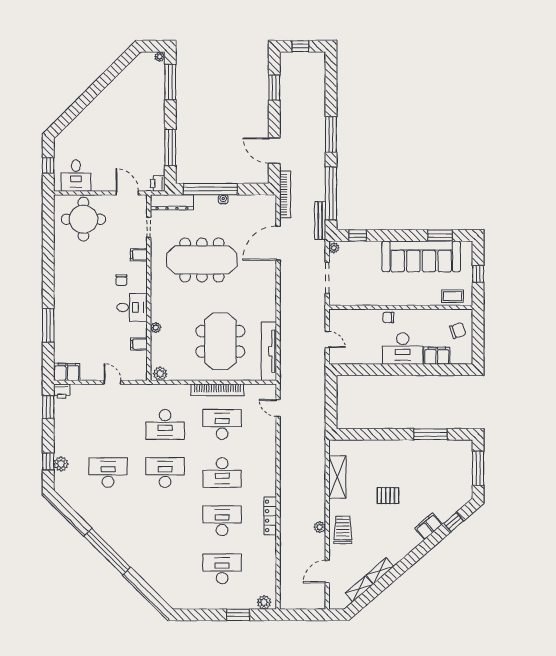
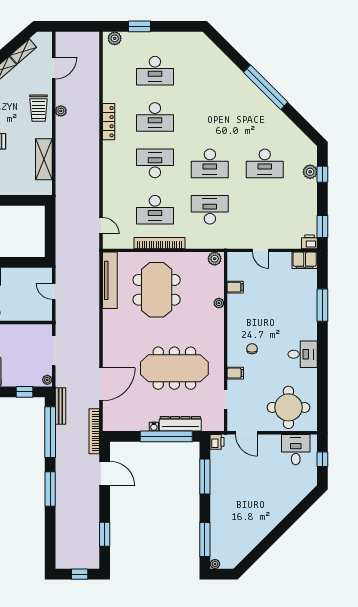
dresser: (172, 202) -> (180, 424), moved
desk: (132, 307) -> (303, 354), moved, turned 180

